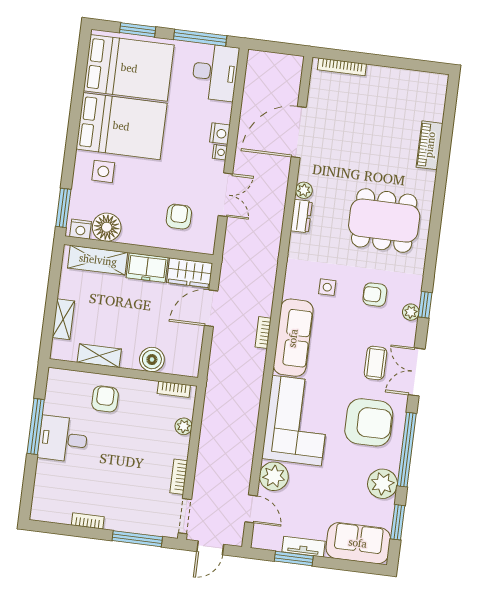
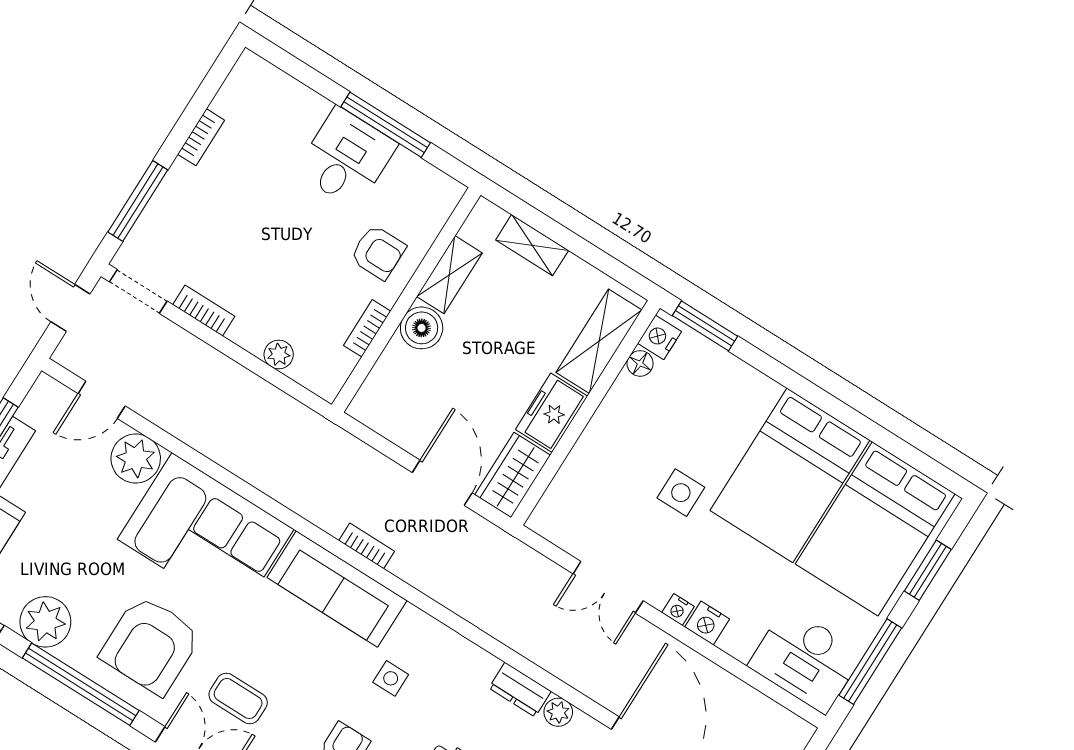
side table: (103, 171) -> (681, 493), moved
armchair: (179, 217) -> (608, 499), removed
floor lamp: (107, 227) -> (640, 363), width x0.53, depth x0.53
boiler: (152, 360) -> (422, 328), moved
bookcase: (174, 389) -> (367, 328), moved

